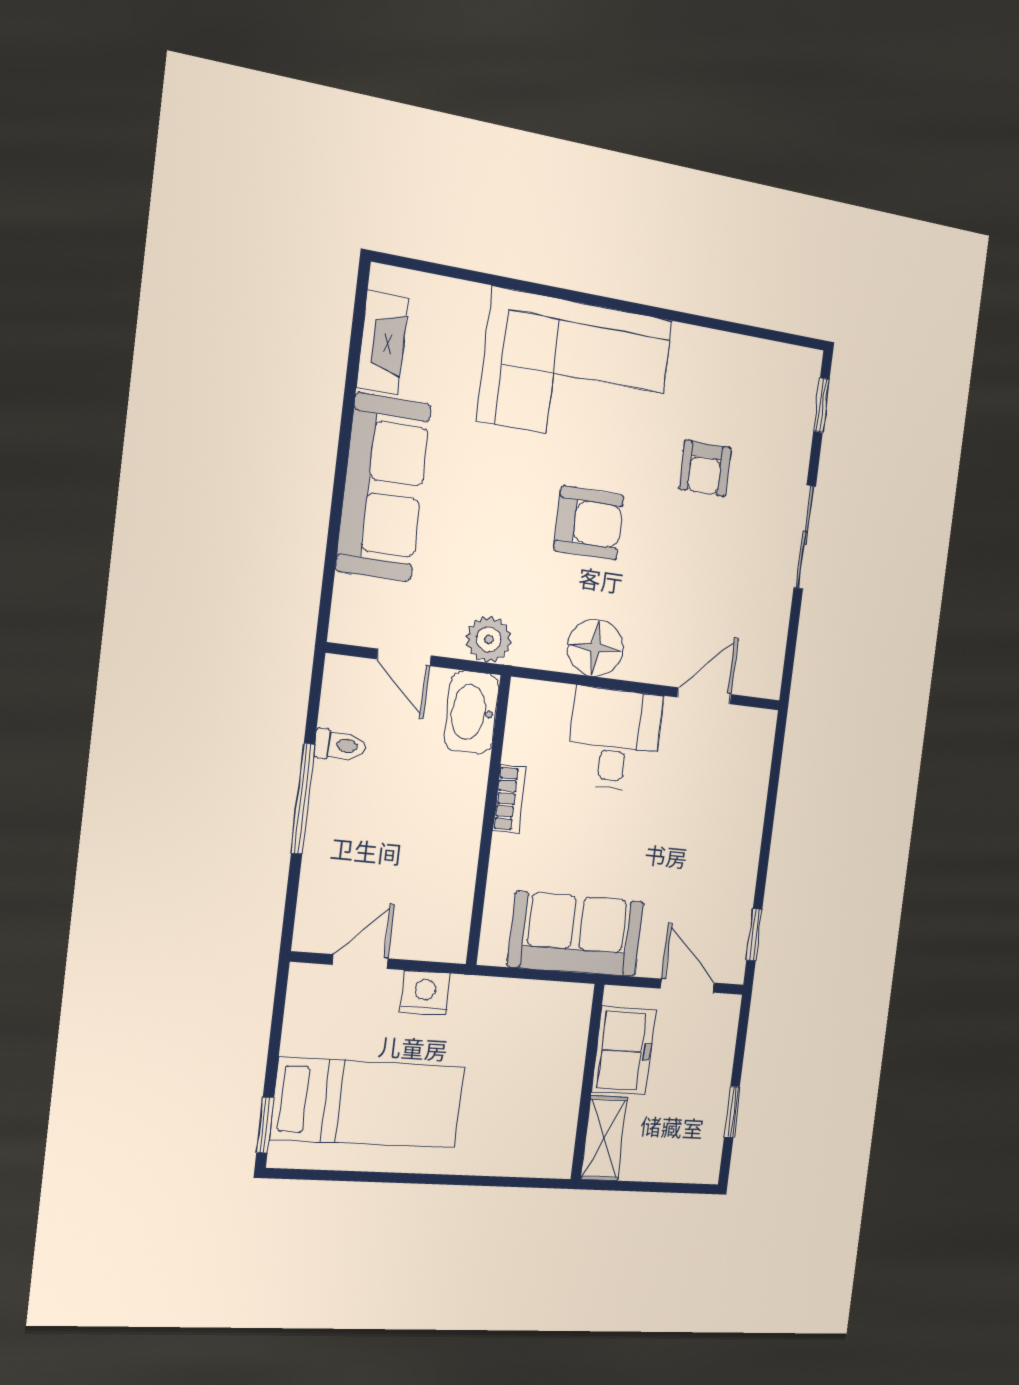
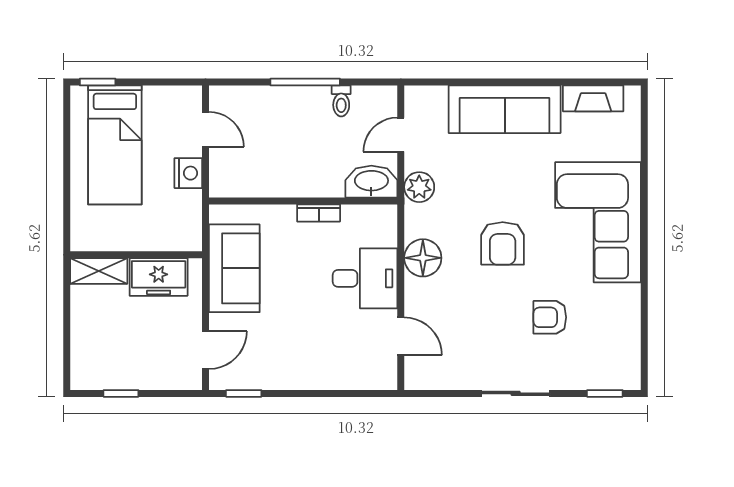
freezer: (624, 1051) -> (159, 277), moved
wall: (588, 1082) -> (136, 255), moved
shelving: (604, 1138) -> (99, 271), moved

